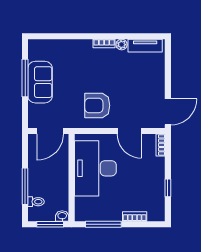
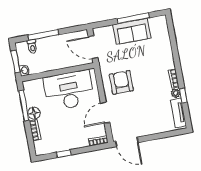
window: (126, 36) -> (183, 96), added
floor lamp: (114, 214) -> (34, 113), added

